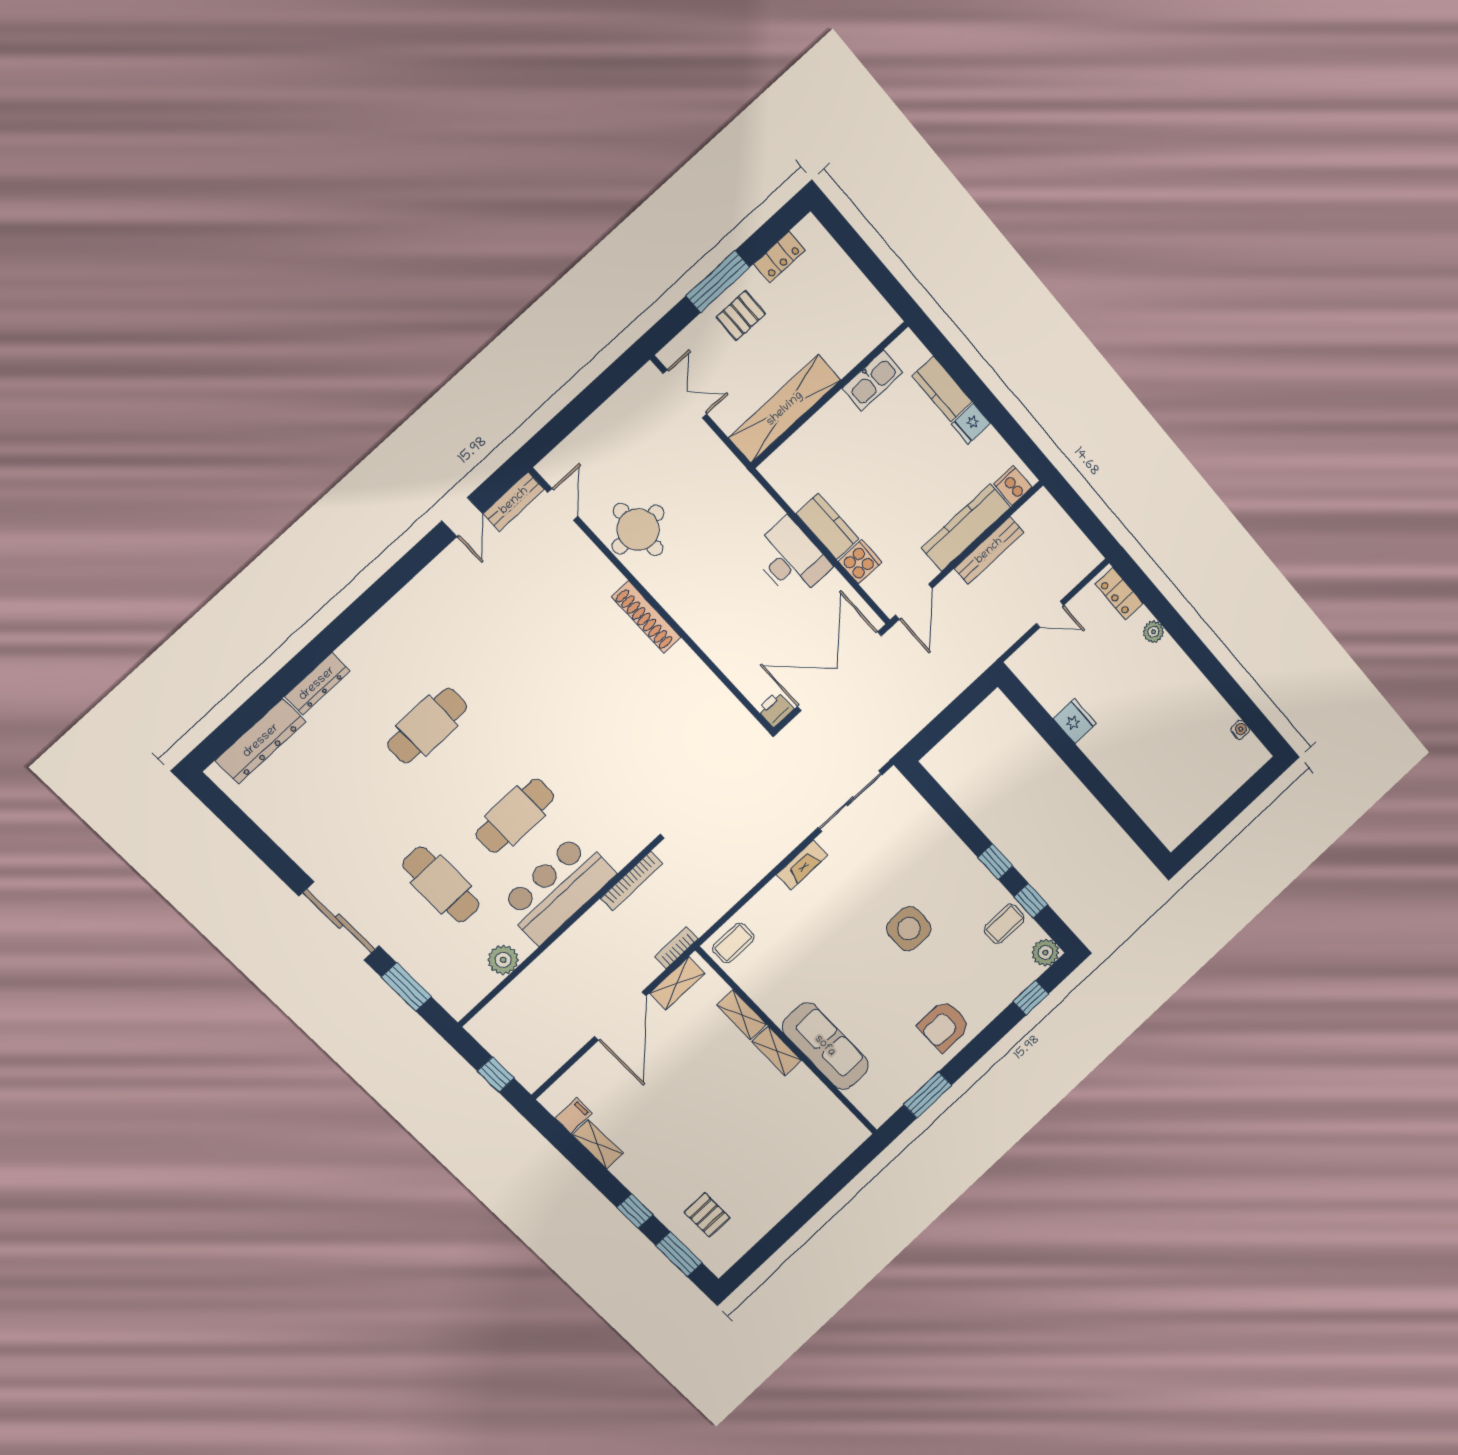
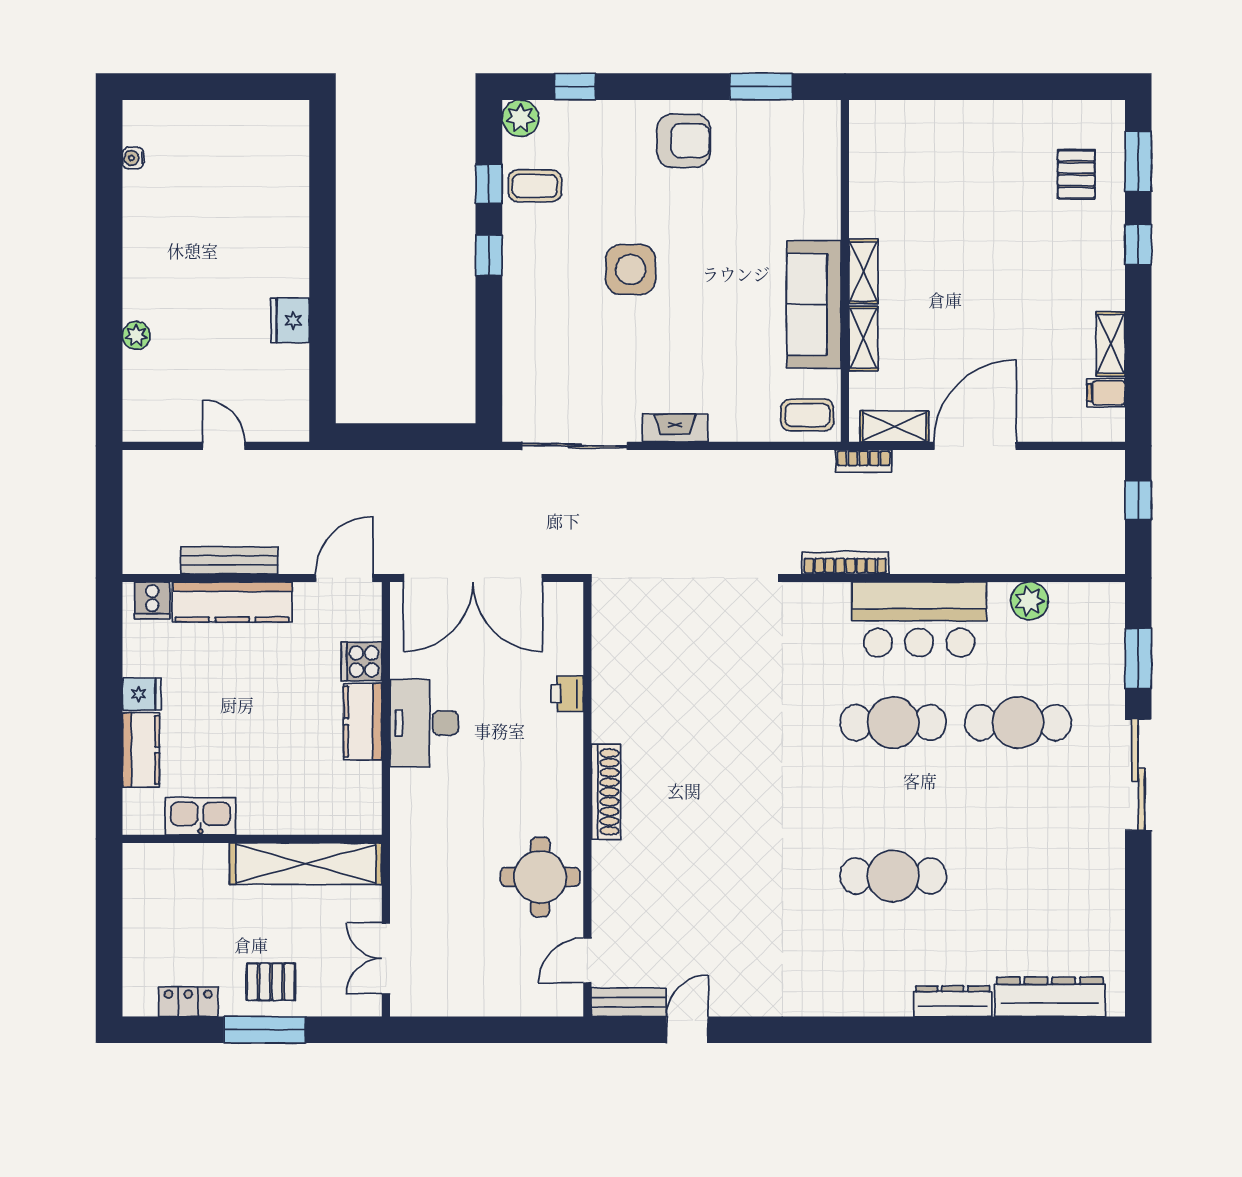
locker: (1119, 594) -> (138, 403), removed
printer: (775, 709) -> (567, 694), moved, turned 90
cafe table: (441, 885) -> (1018, 723), turned 90
sofa: (825, 1046) -> (814, 304), moved

